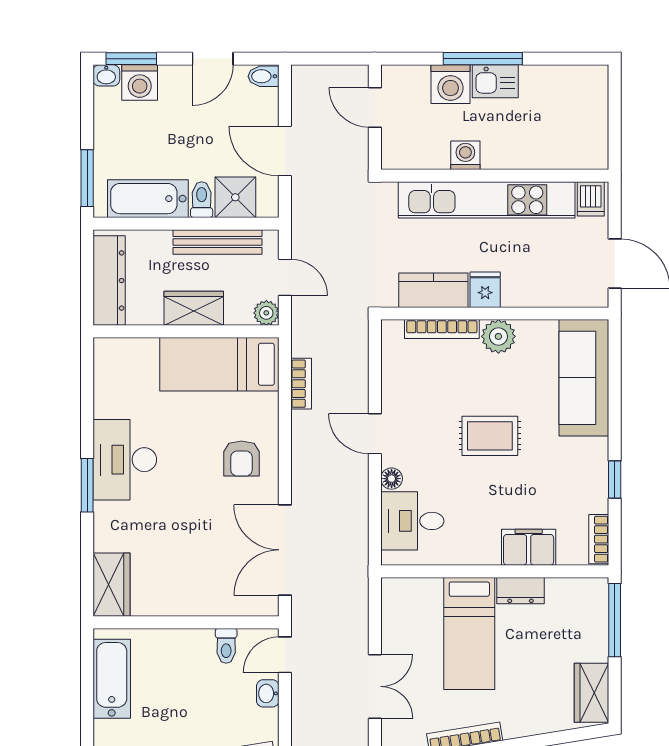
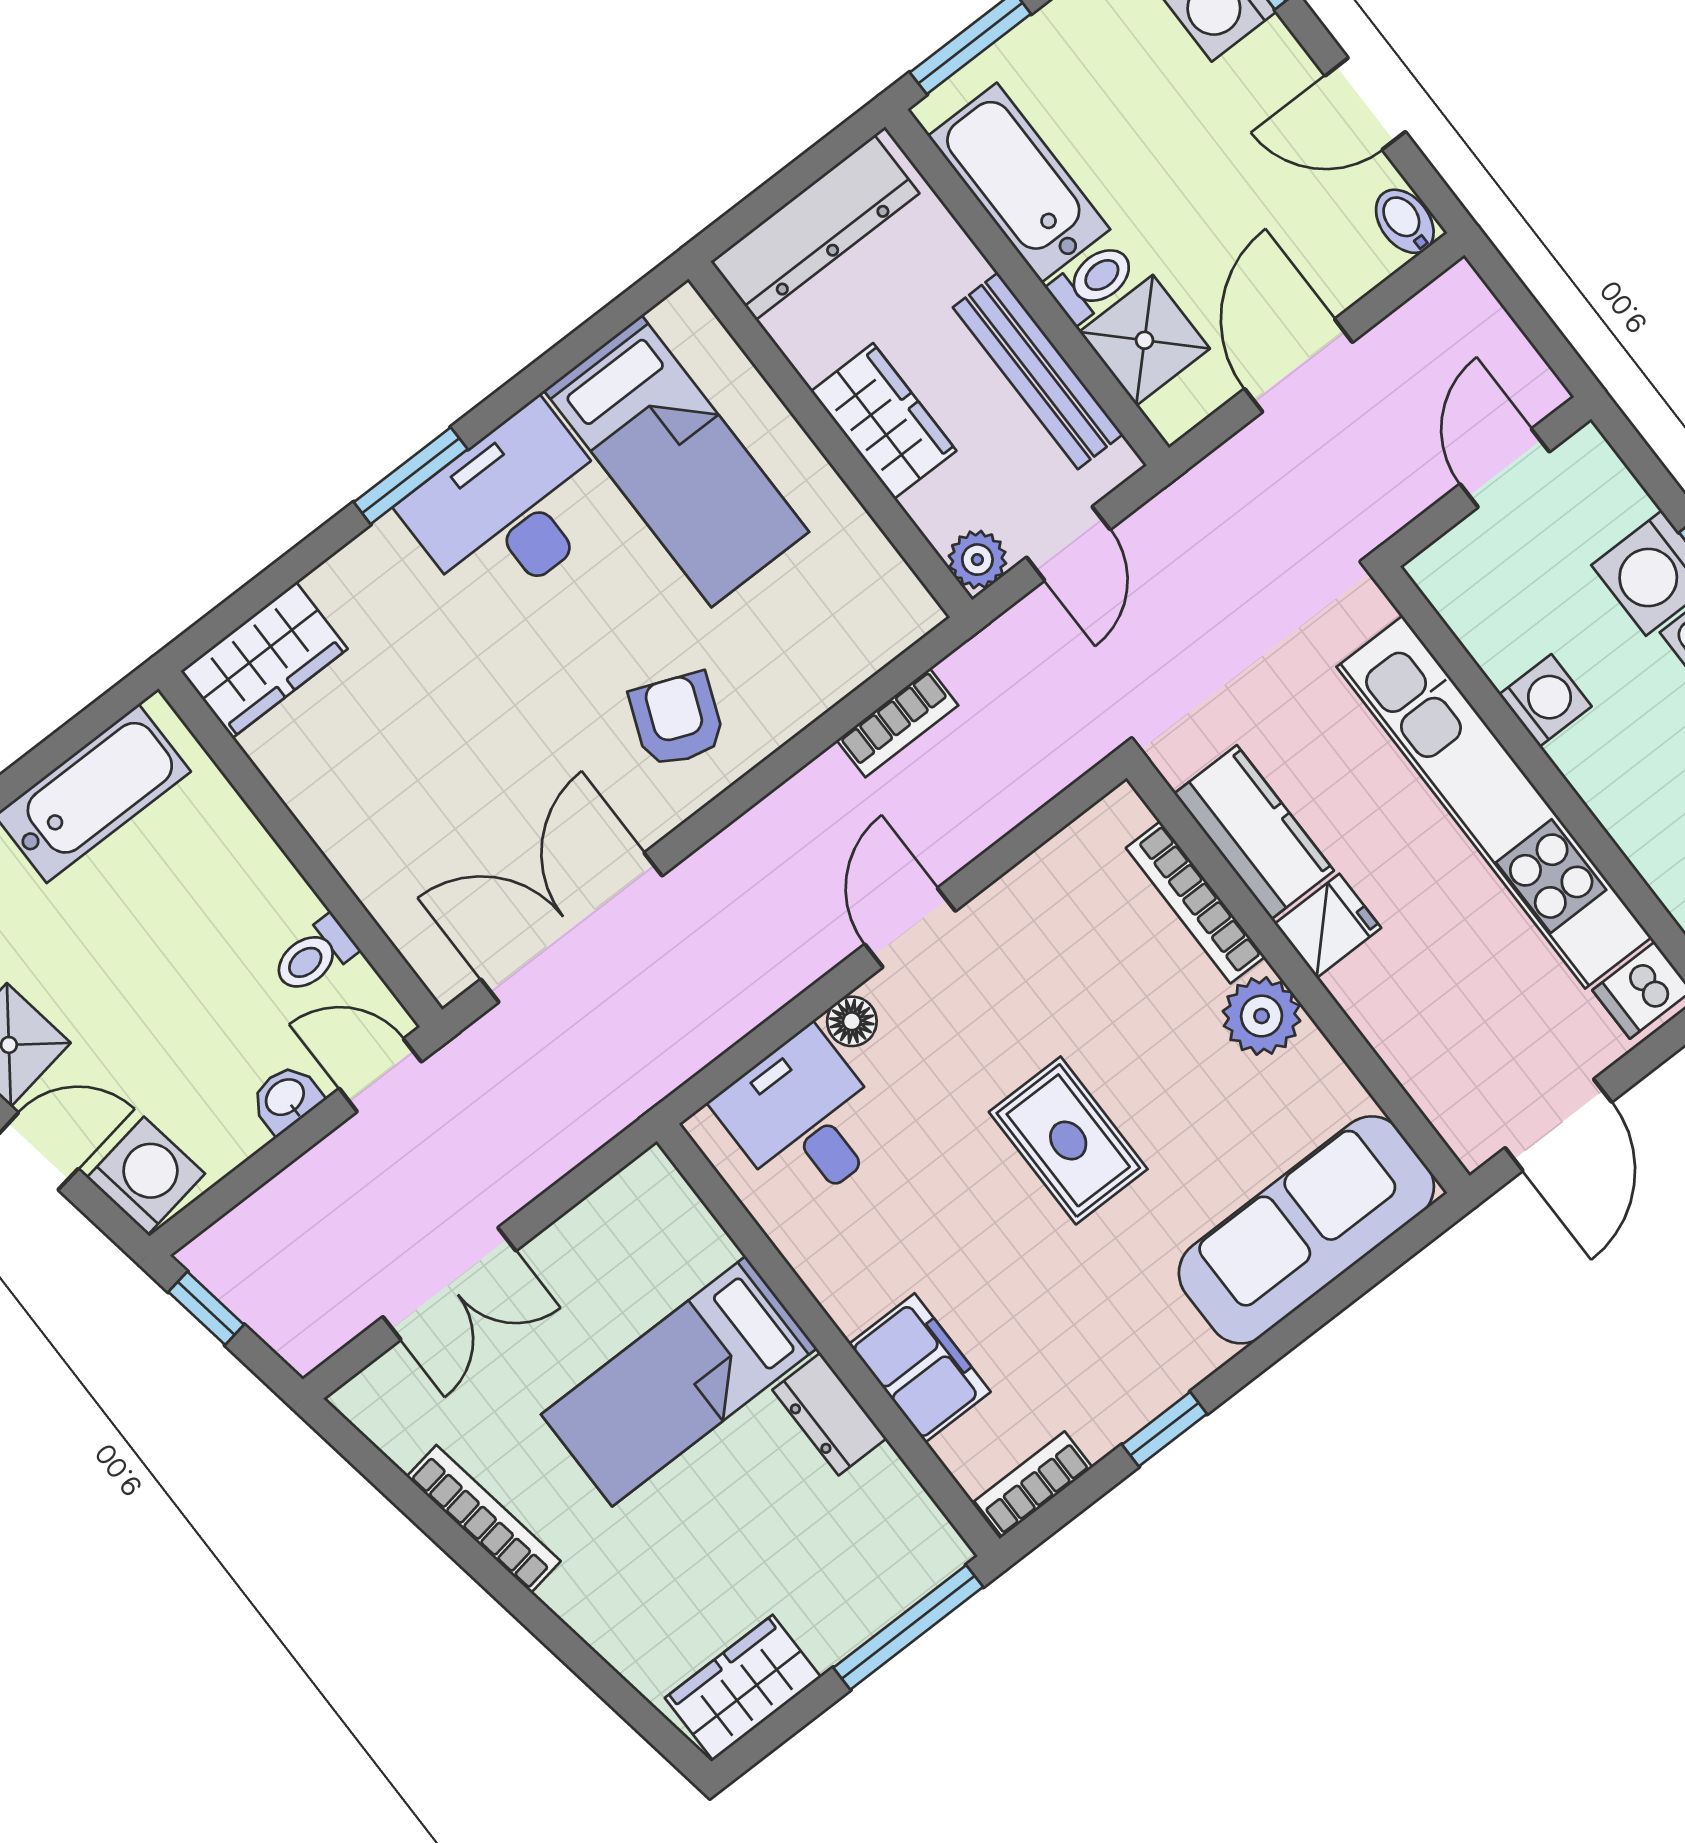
bed: (219, 364) -> (676, 461), moved, turned 180
armchair: (241, 459) -> (677, 720), turned 112

